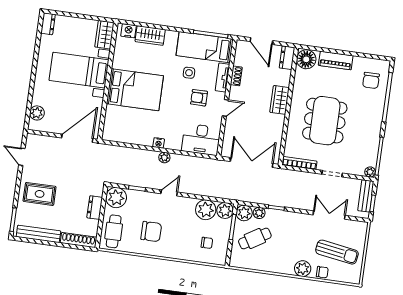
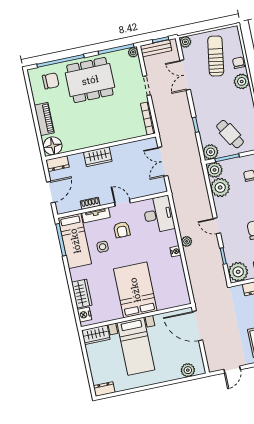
dining table: (325, 121) -> (90, 80), moved
double door: (252, 162) -> (163, 162), width x0.73
plant: (259, 213) -> (185, 42), moved

